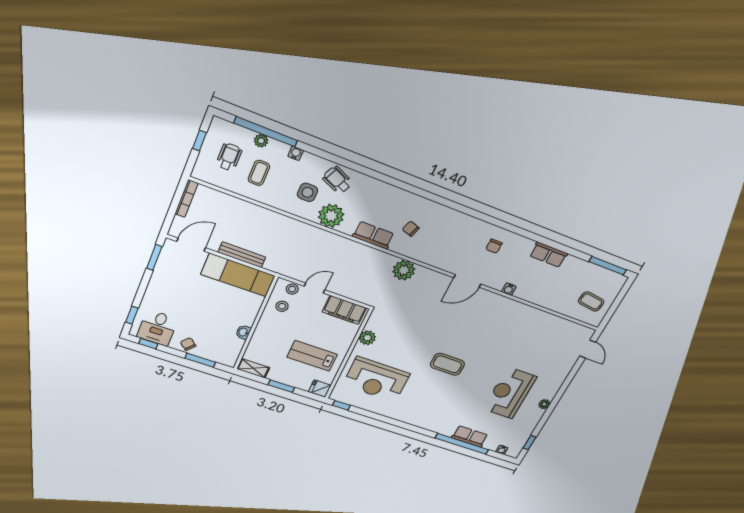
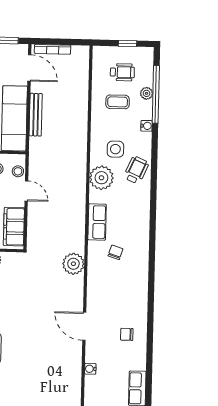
bookcase: (186, 199) -> (53, 49), moved

